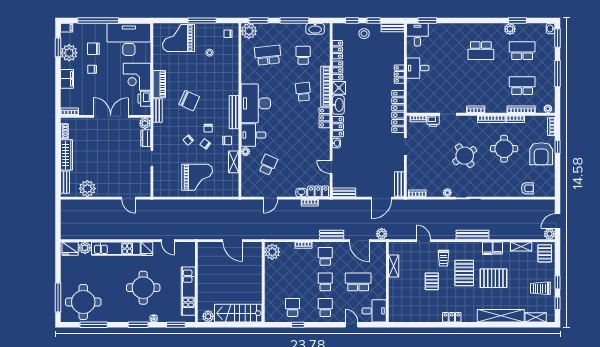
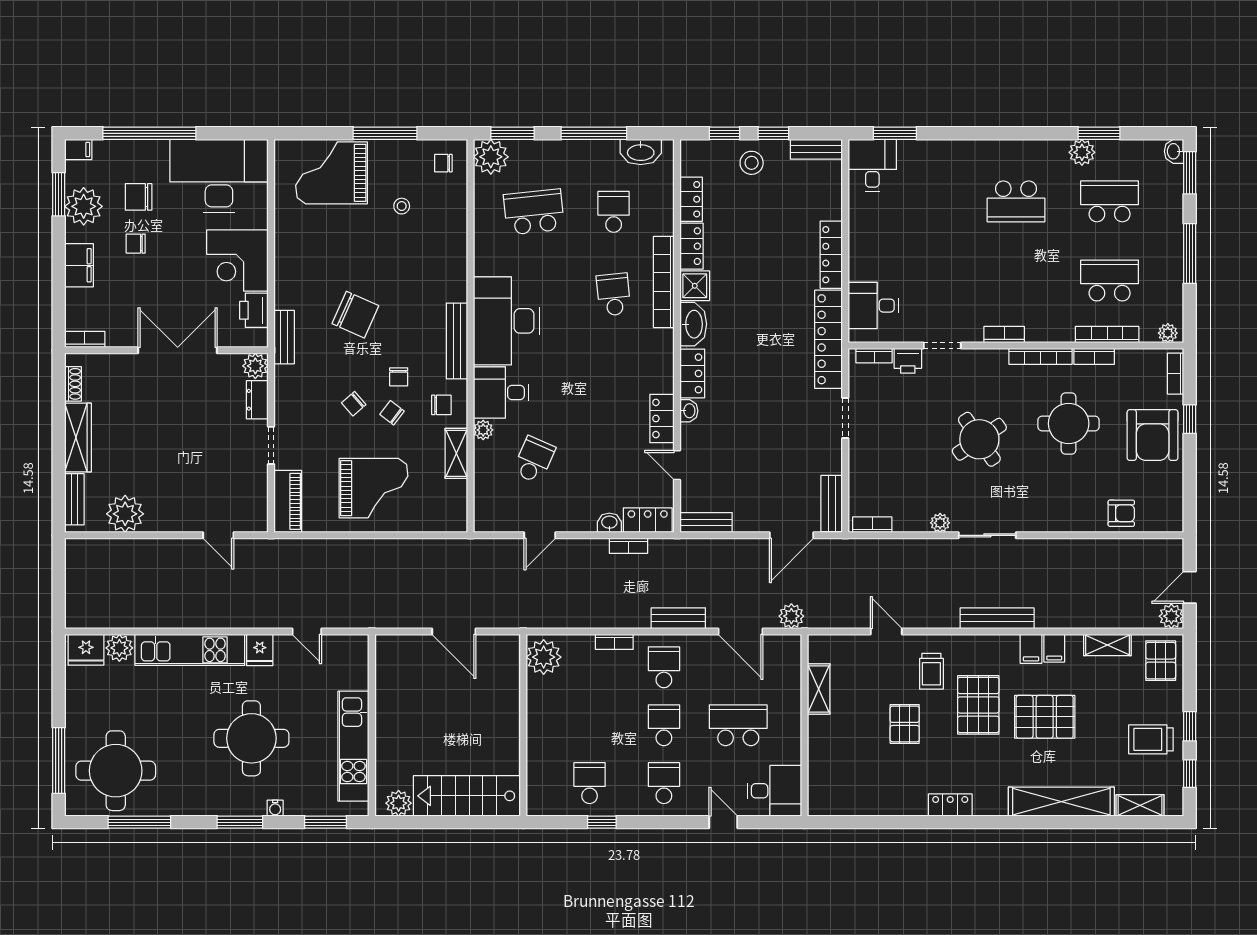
desk: (418, 68) -> (873, 306), moved
locker: (399, 74) -> (831, 255), width x1.53
piano: (159, 84) -> (288, 501), moved
locker: (325, 118) -> (662, 419), moved

